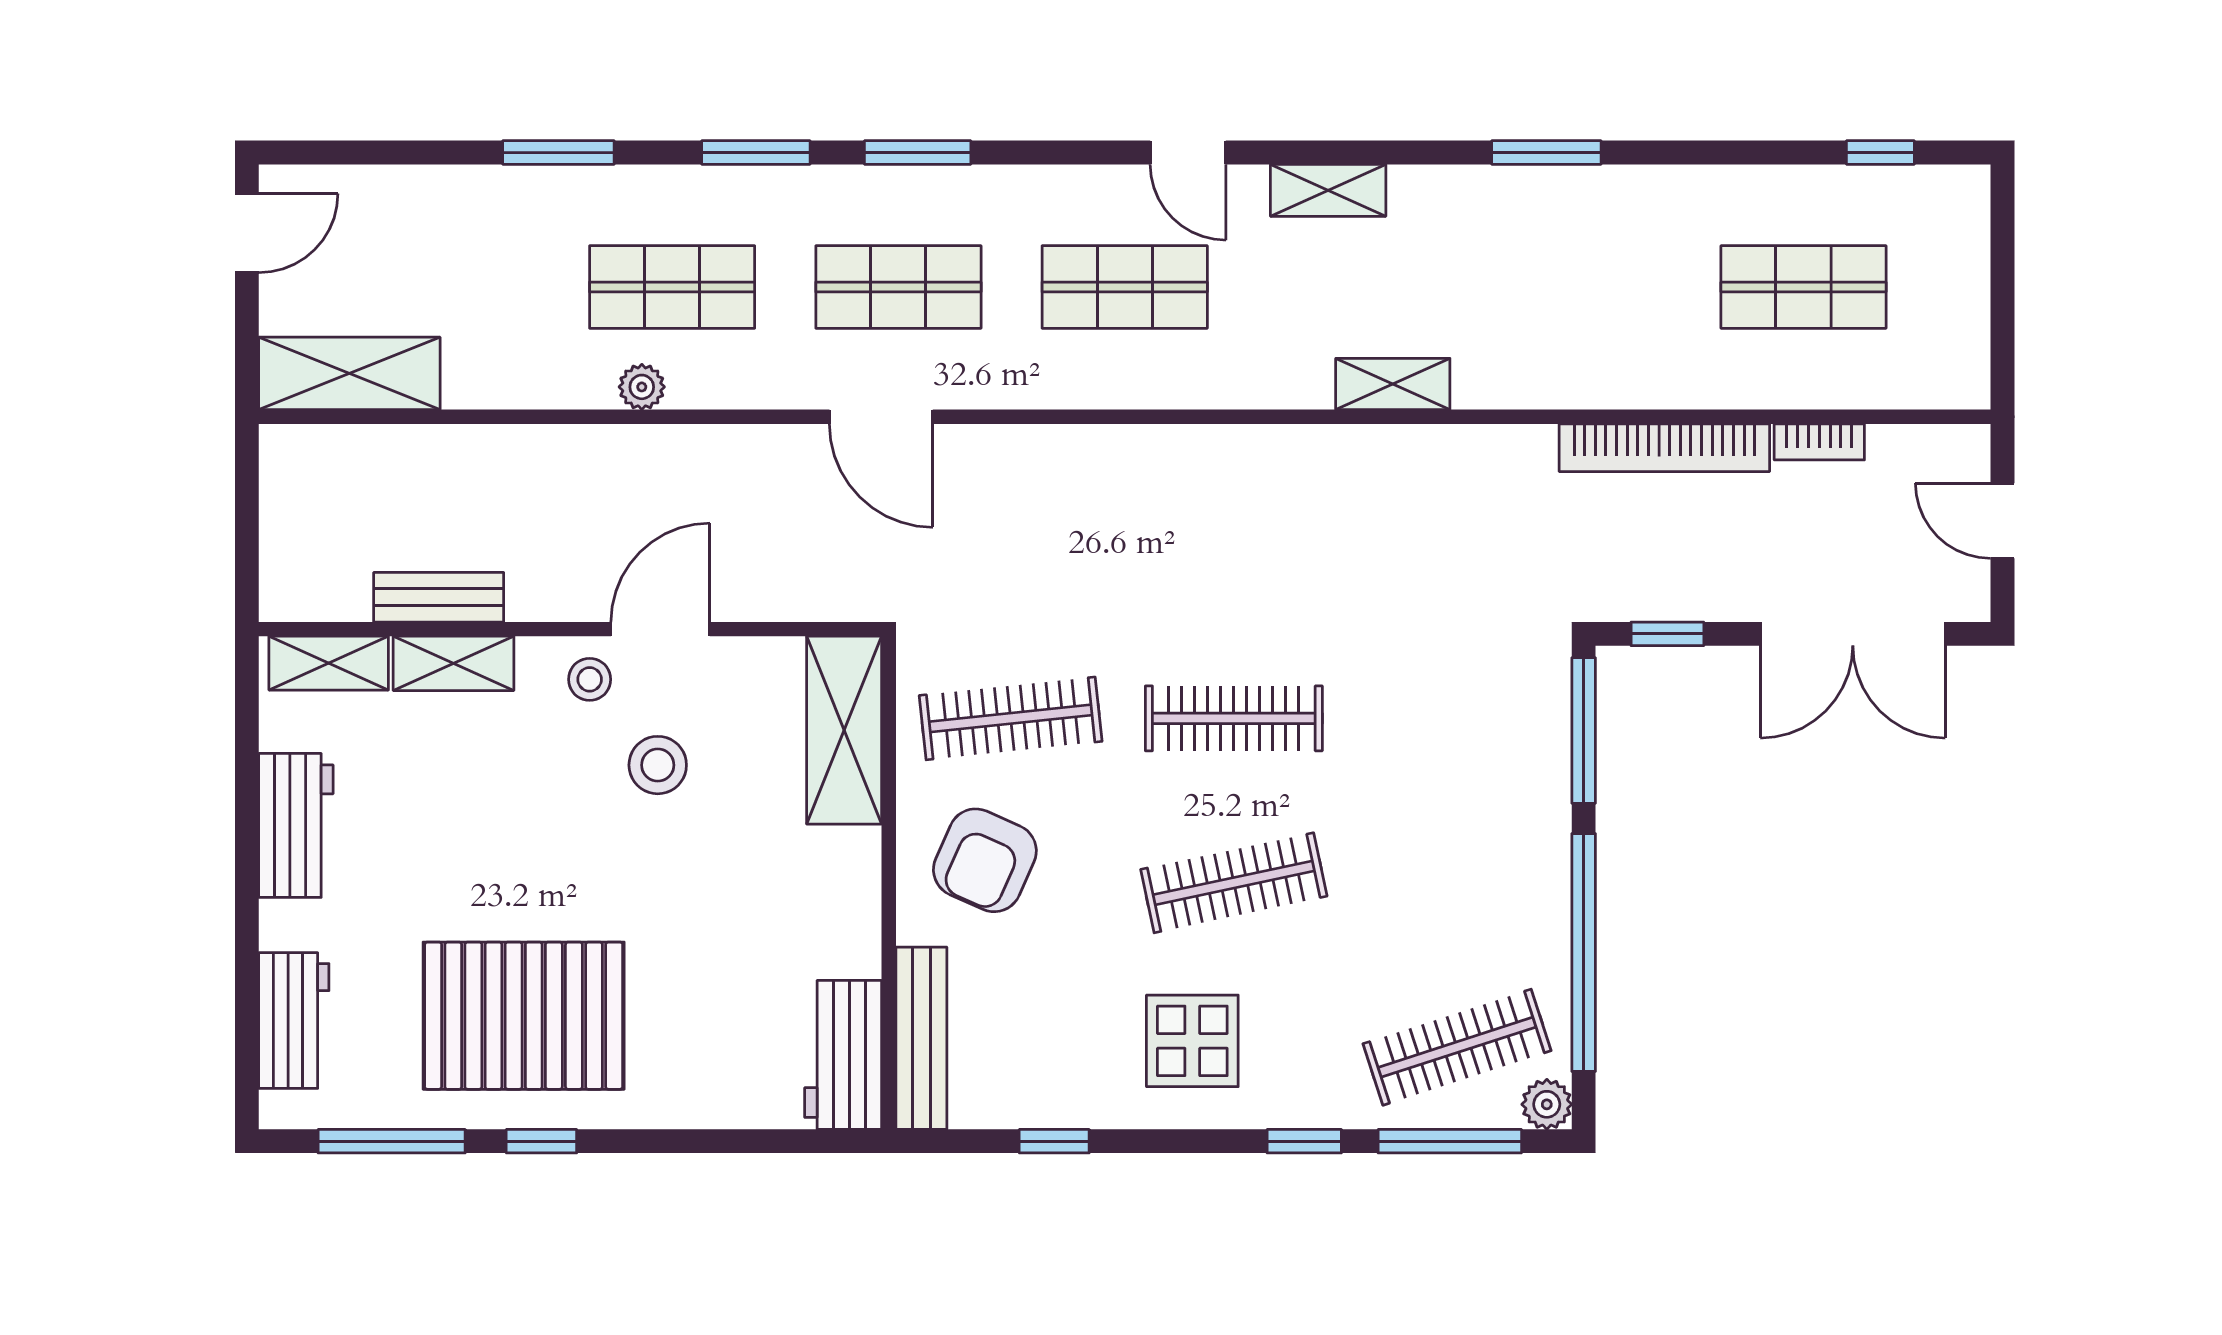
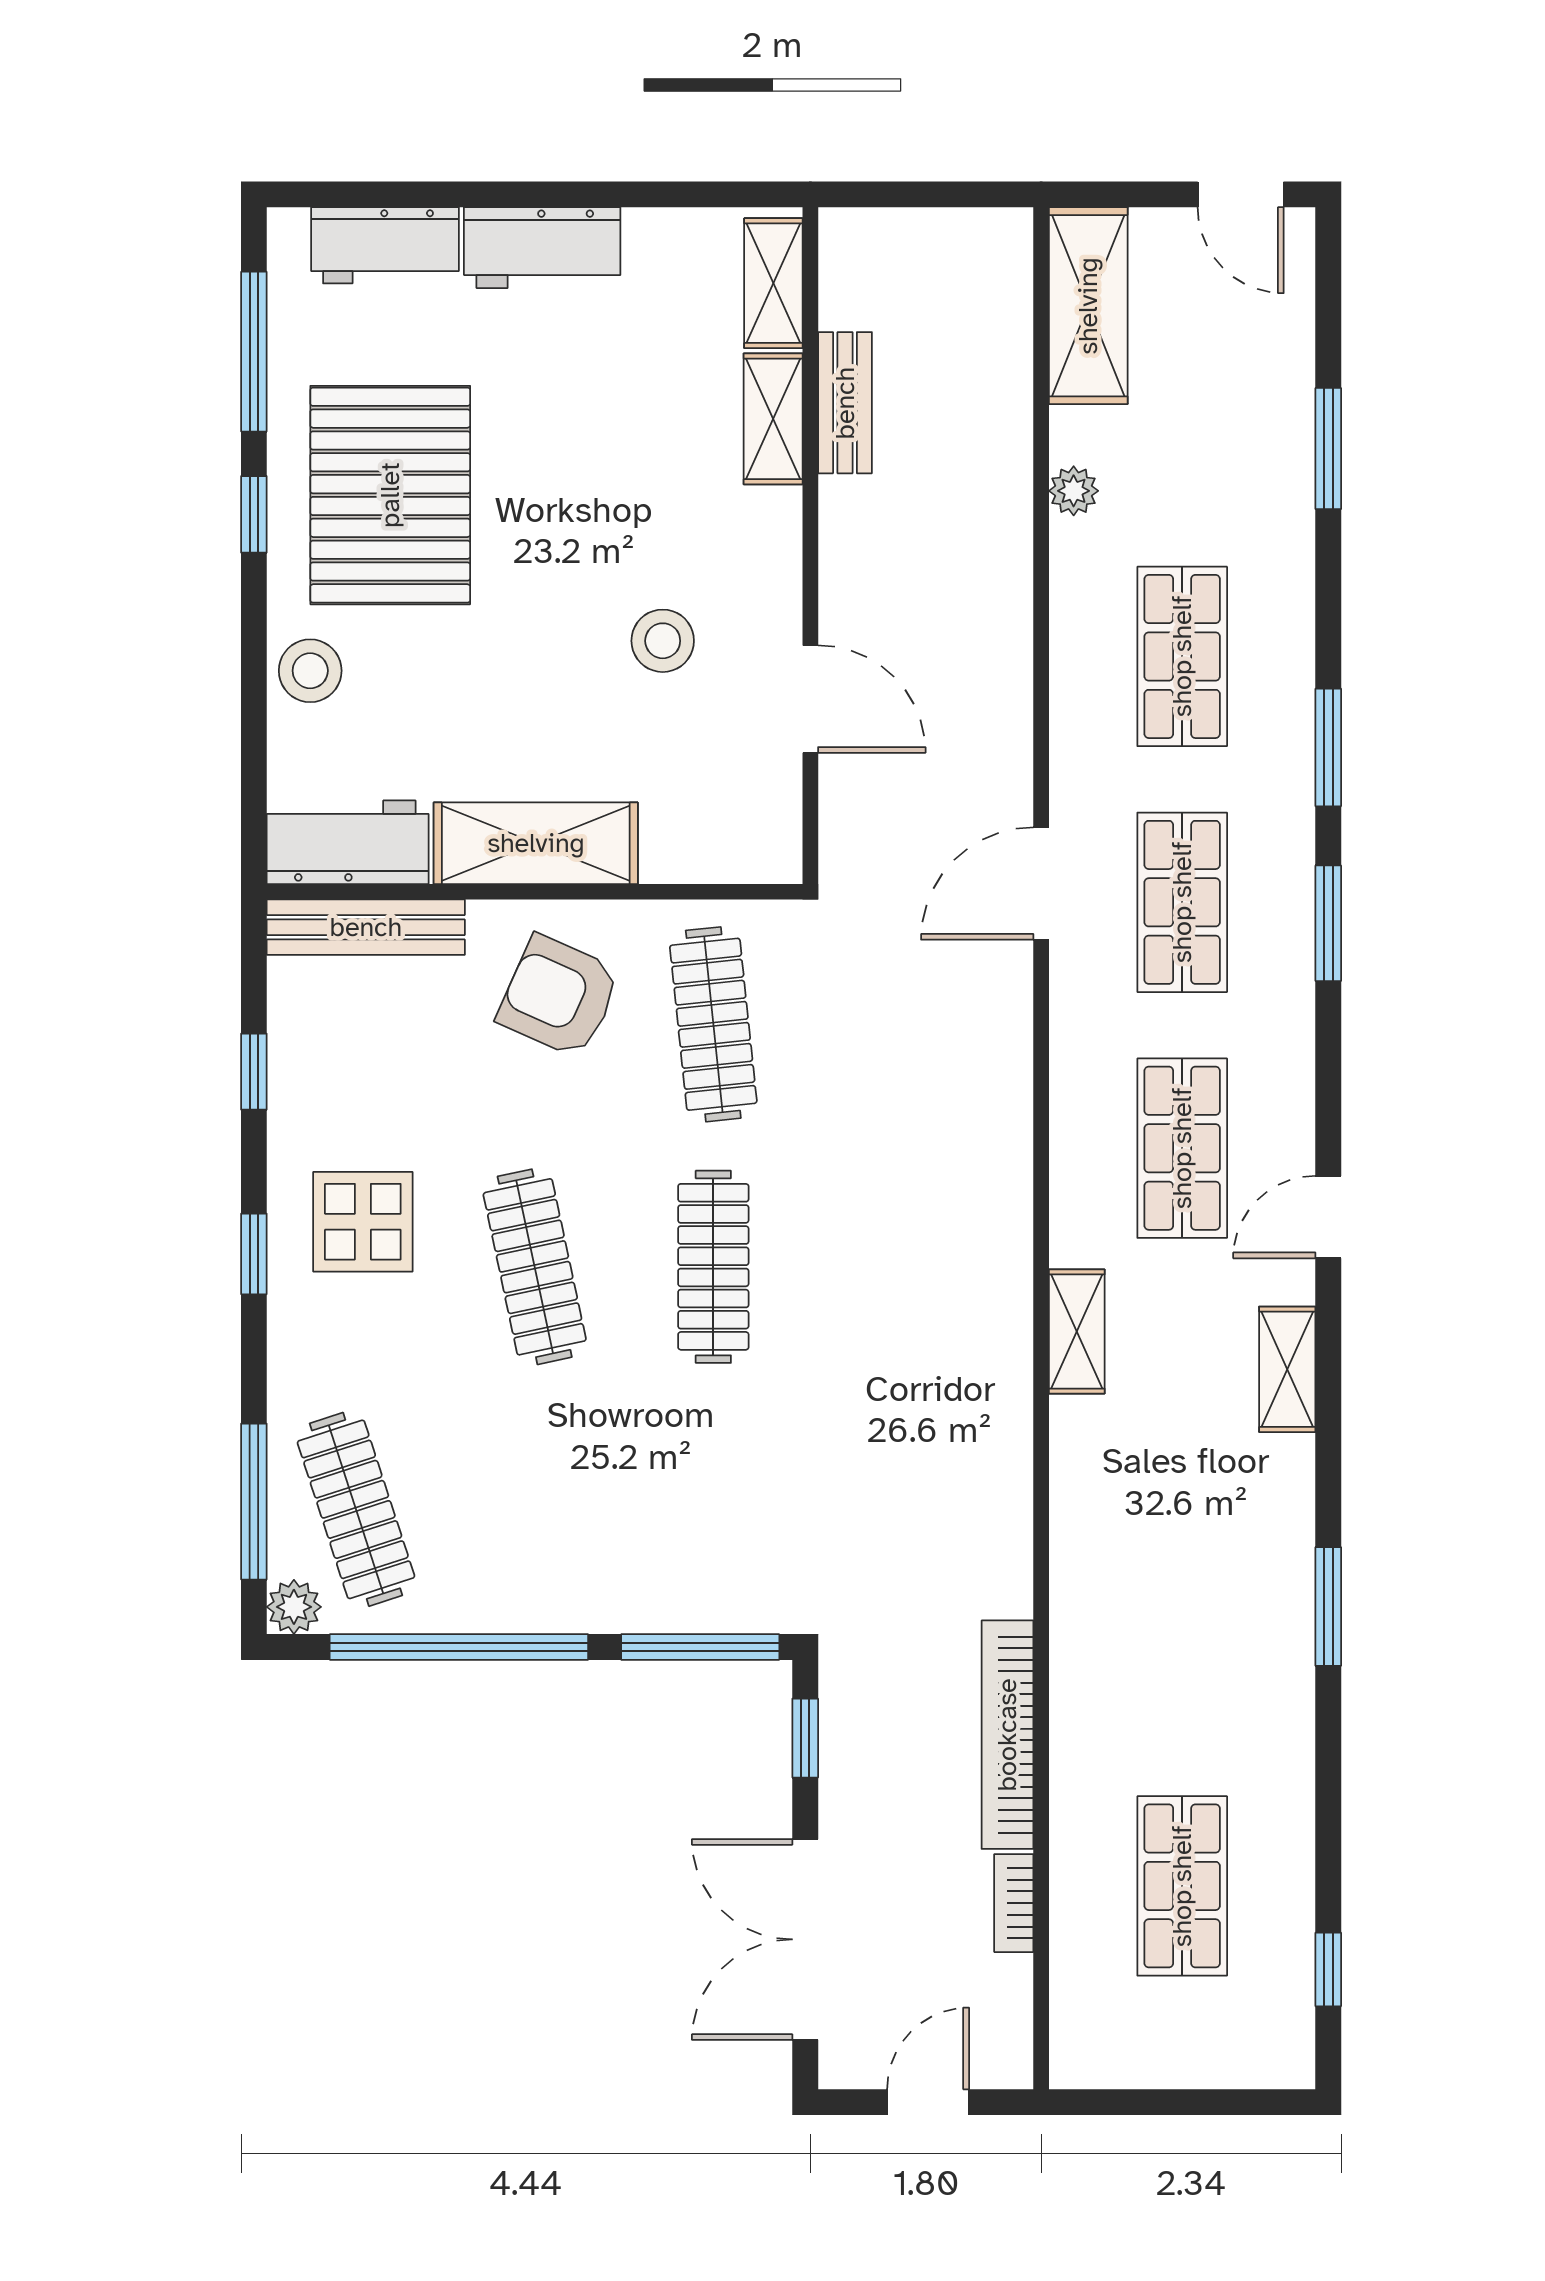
window: (558, 153) -> (1328, 449), moved
shelving: (1393, 384) -> (1077, 1331), moved
plant: (642, 387) -> (1074, 491), moved
door: (660, 629) -> (810, 699), moved
stool: (590, 679) -> (310, 671), moved, width x1.37, depth x1.37
shelving: (844, 730) -> (536, 843), moved
workbench: (296, 825) -> (542, 248), moved
window: (1304, 1141) -> (254, 1254), moved

